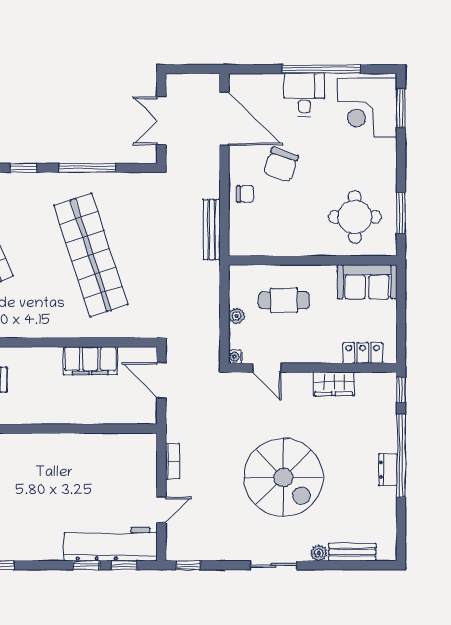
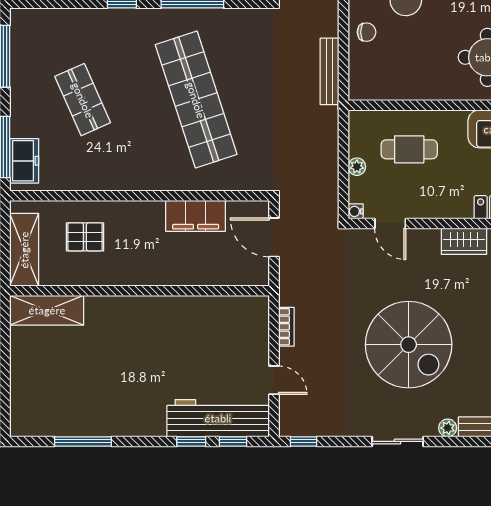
door: (161, 510) -> (274, 380), hinge flipped

